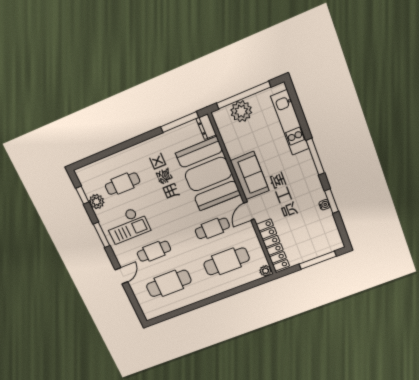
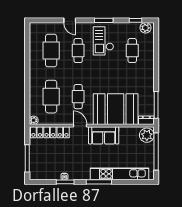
plant: (241, 111) -> (147, 135), moved
kitchen unit: (290, 123) -> (119, 174), width x1.36
plant: (97, 202) -> (145, 28), moved

